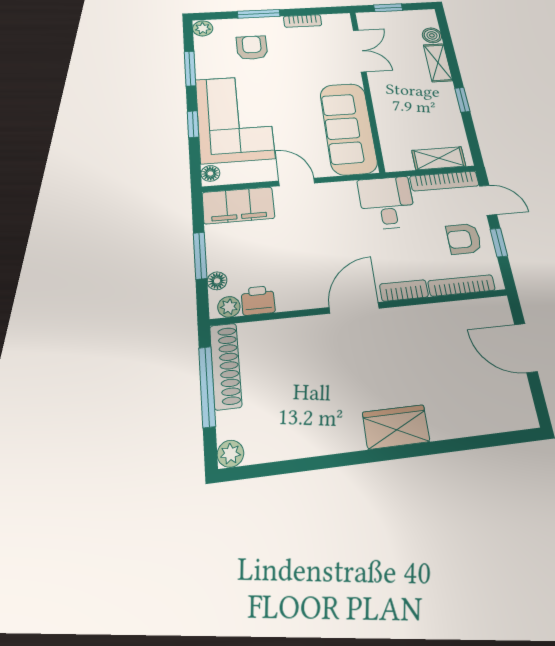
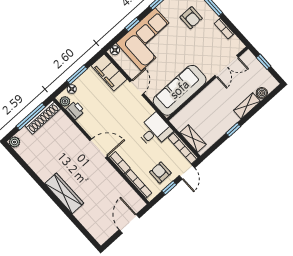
armchair: (252, 48) -> (191, 18), turned 90
wardrobe: (396, 427) -> (64, 193), width x1.50

